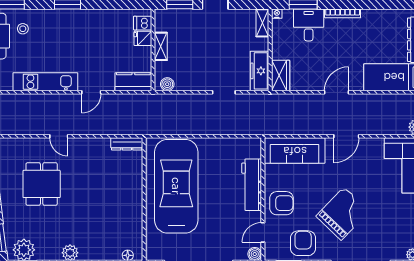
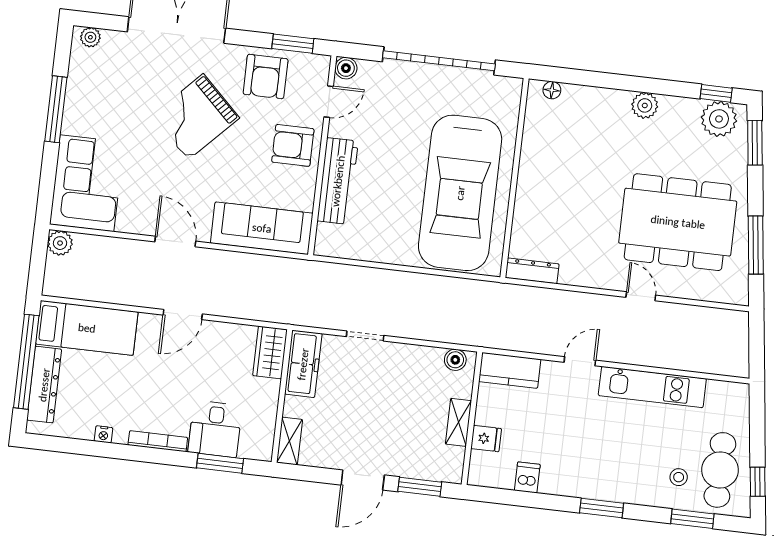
nightstand: (277, 14) -> (103, 434), moved
dishwasher: (143, 23) -> (527, 477), moved, turned -90
door: (346, 136) -> (175, 242), hinge flipped
dining table: (42, 184) -> (678, 222), width x1.88, depth x1.24

